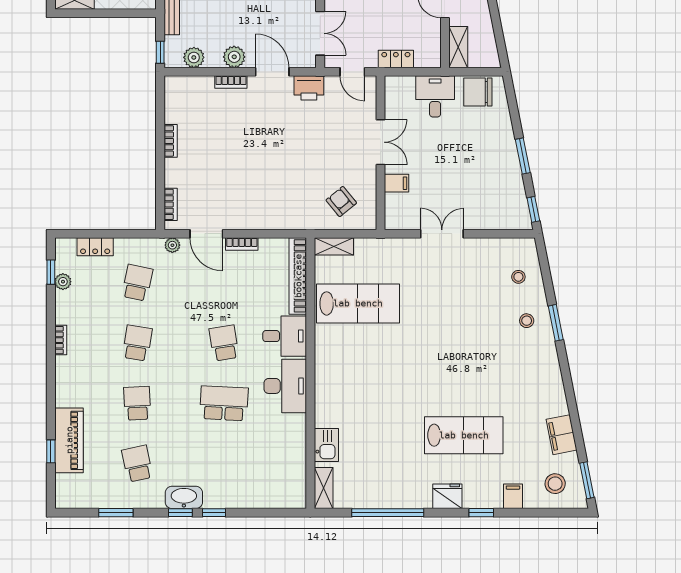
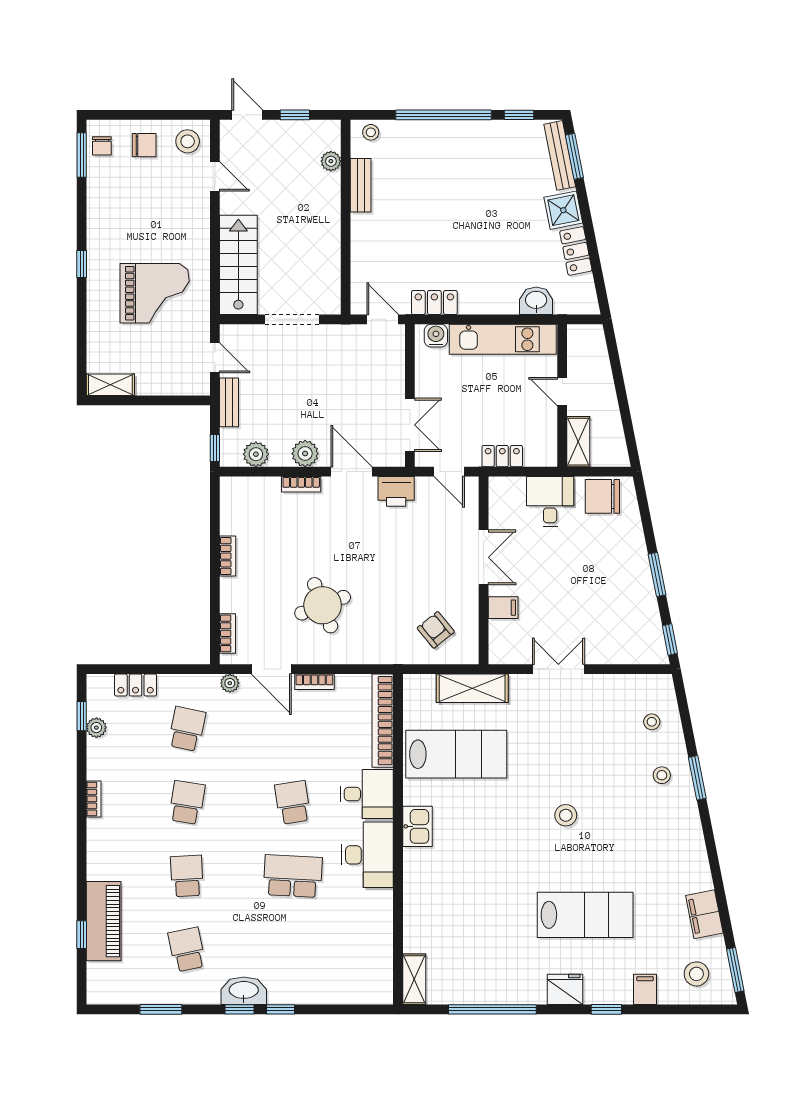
round table: (248, 181) -> (323, 605), added
shelving: (334, 246) -> (472, 688), moved, width x1.50, depth x1.33
stool: (448, 353) -> (566, 815), added
kitchen sink: (326, 445) -> (417, 826), moved

